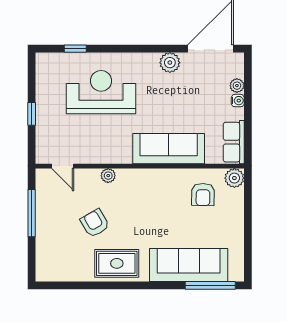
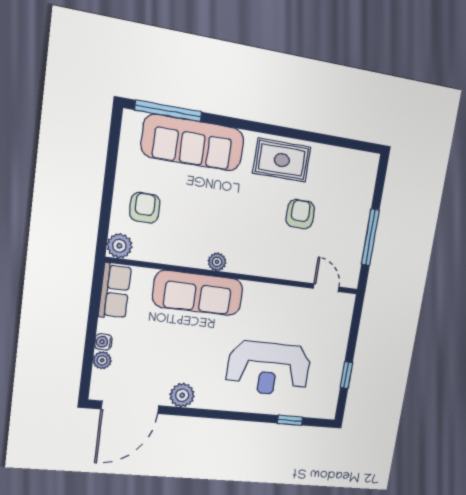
window: (32, 114) -> (346, 375), moved
plant: (108, 176) -> (217, 262), moved
armchair: (203, 195) -> (145, 208), moved
armchair: (95, 223) -> (300, 214), turned -150

